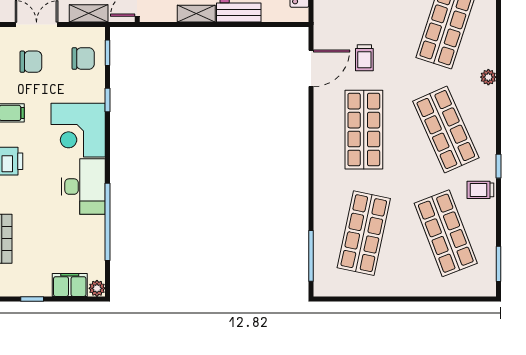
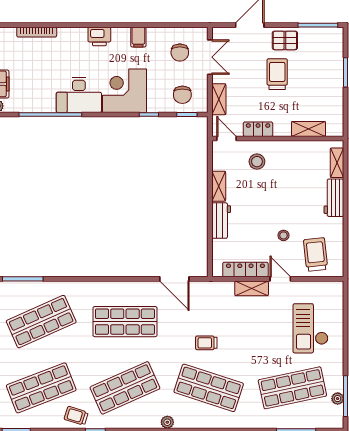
trolley: (364, 58) -> (206, 343), moved
trolley: (480, 190) -> (76, 416), turned -73
shop shelf: (364, 233) -> (41, 322), turned -36

